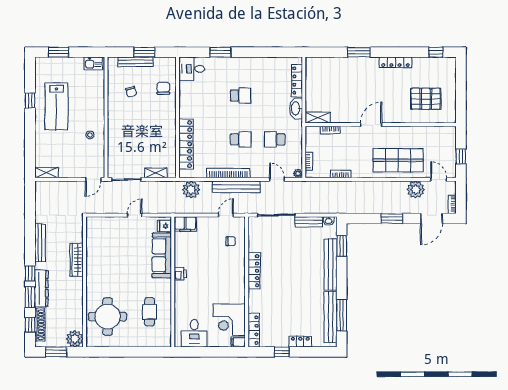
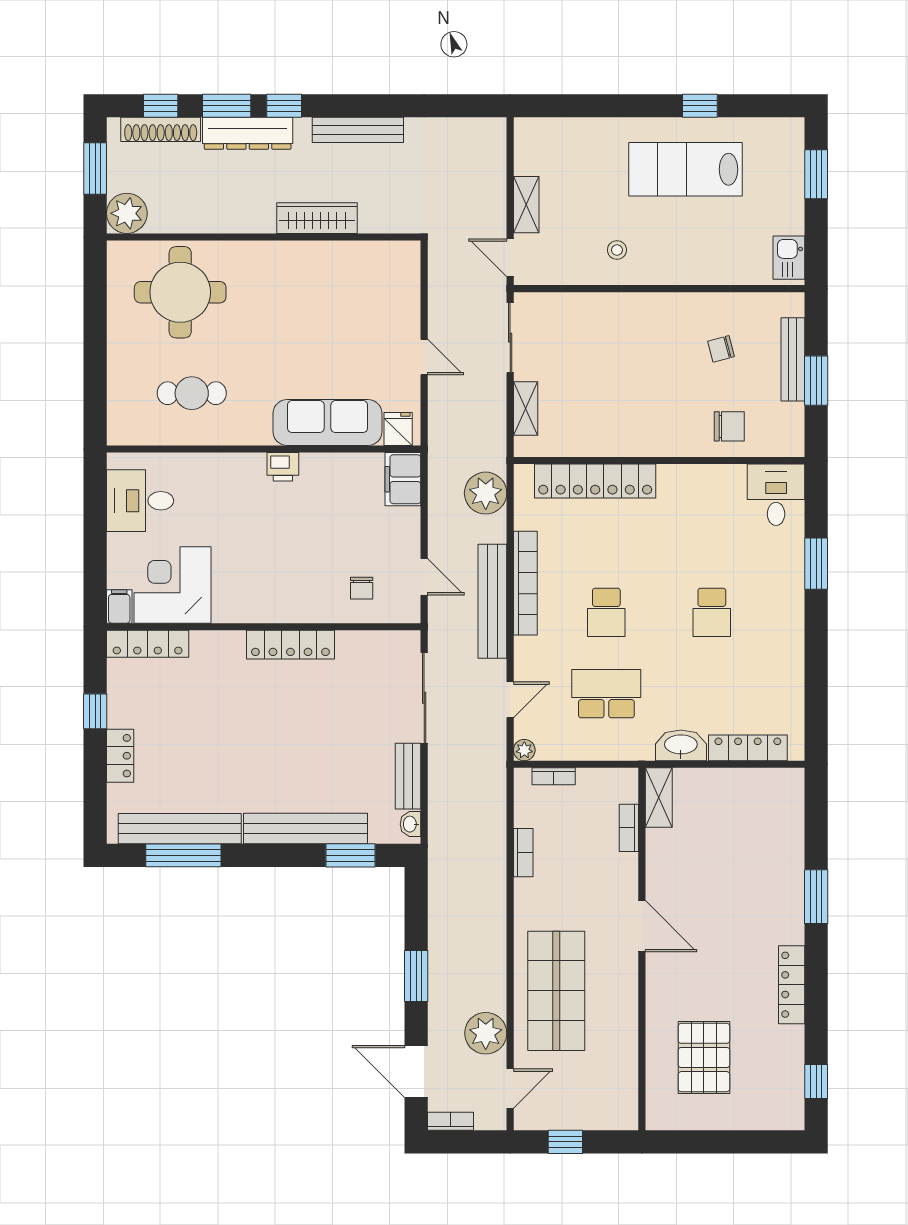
school desk: (274, 139) -> (606, 694), width x1.85
shelving: (47, 173) -> (526, 205), moved

